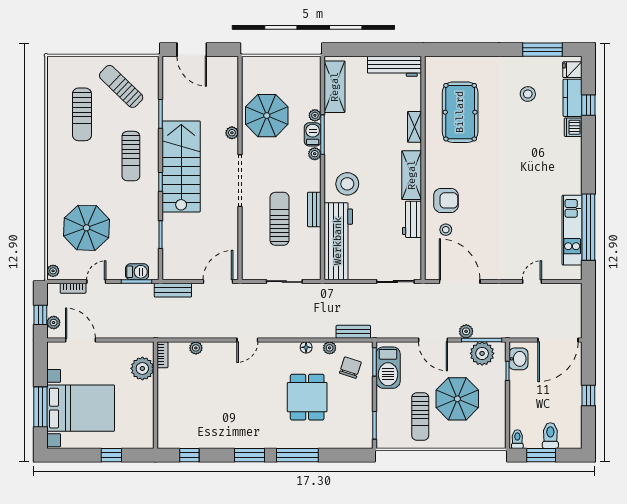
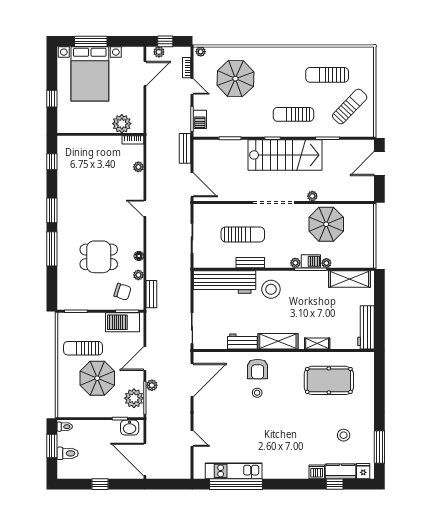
stool: (446, 230) -> (257, 393), moved

